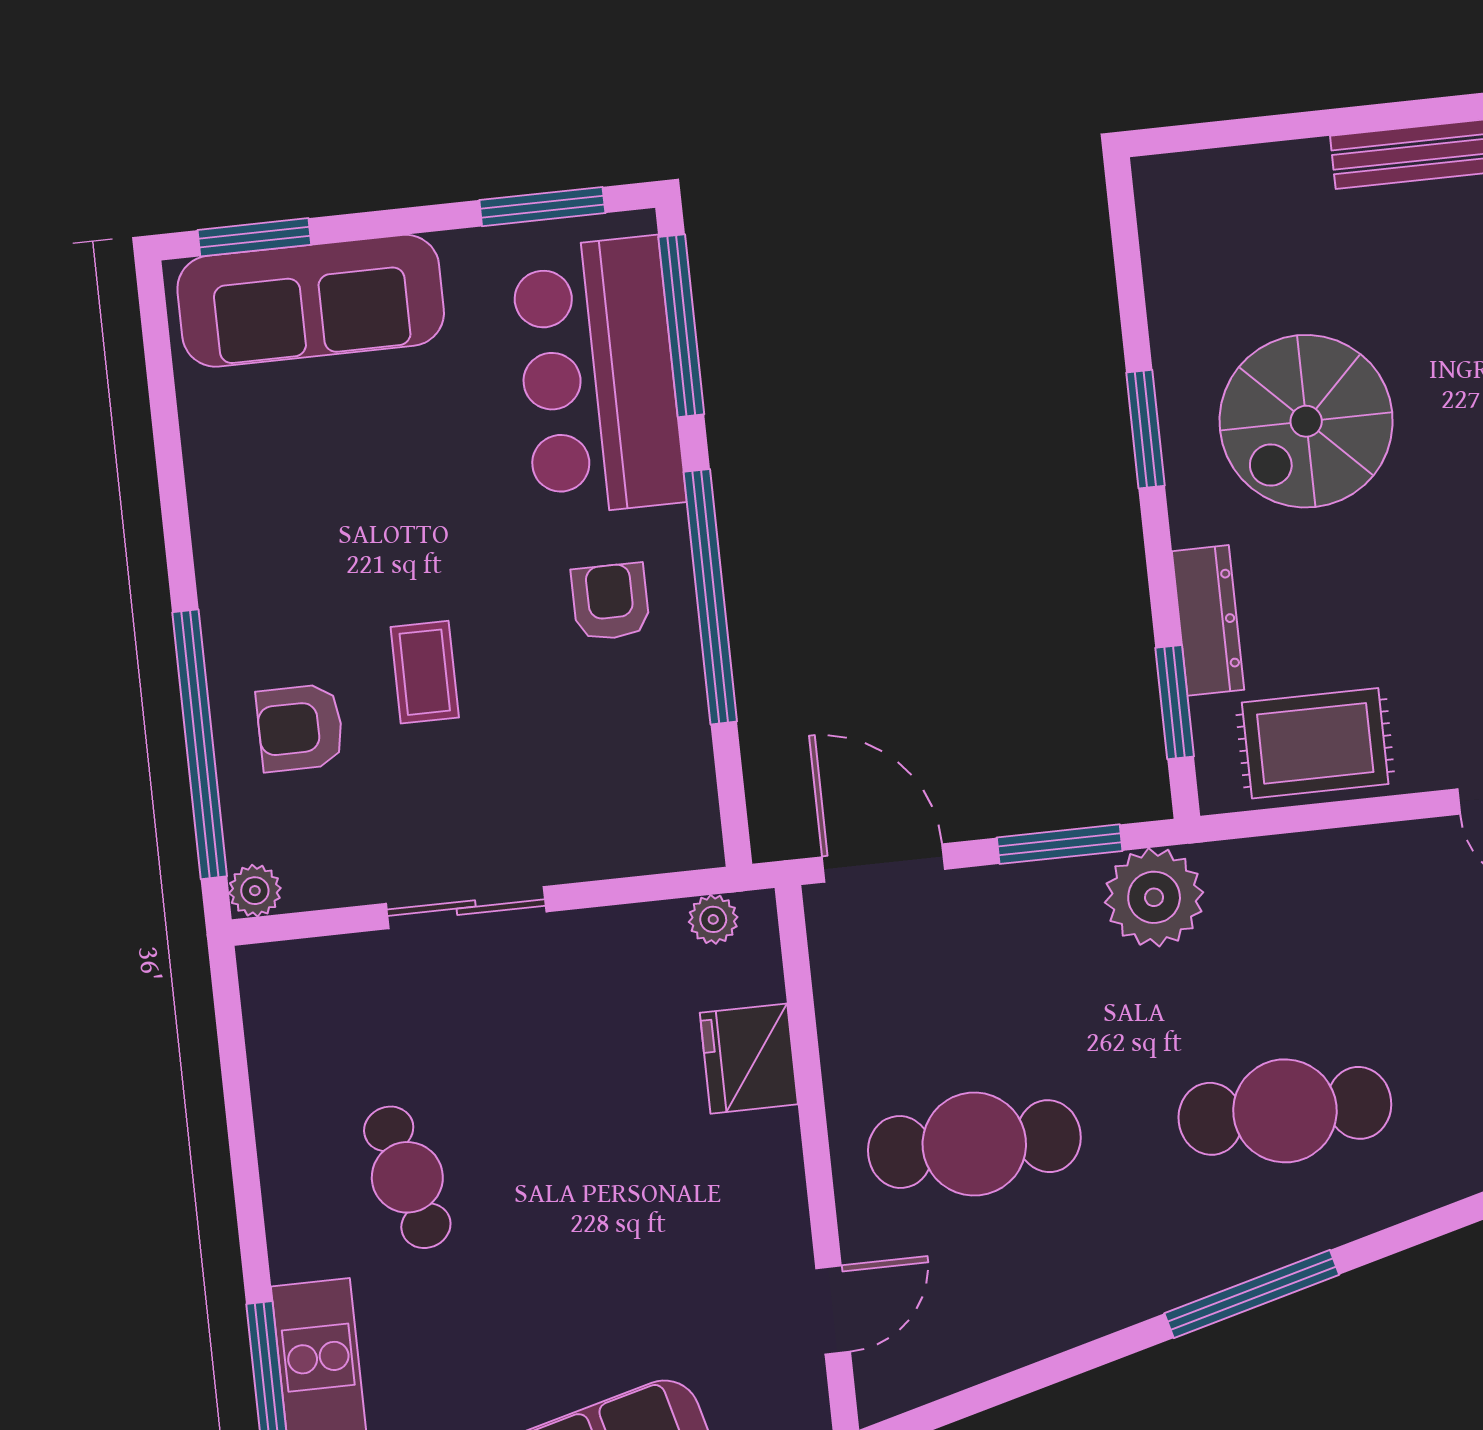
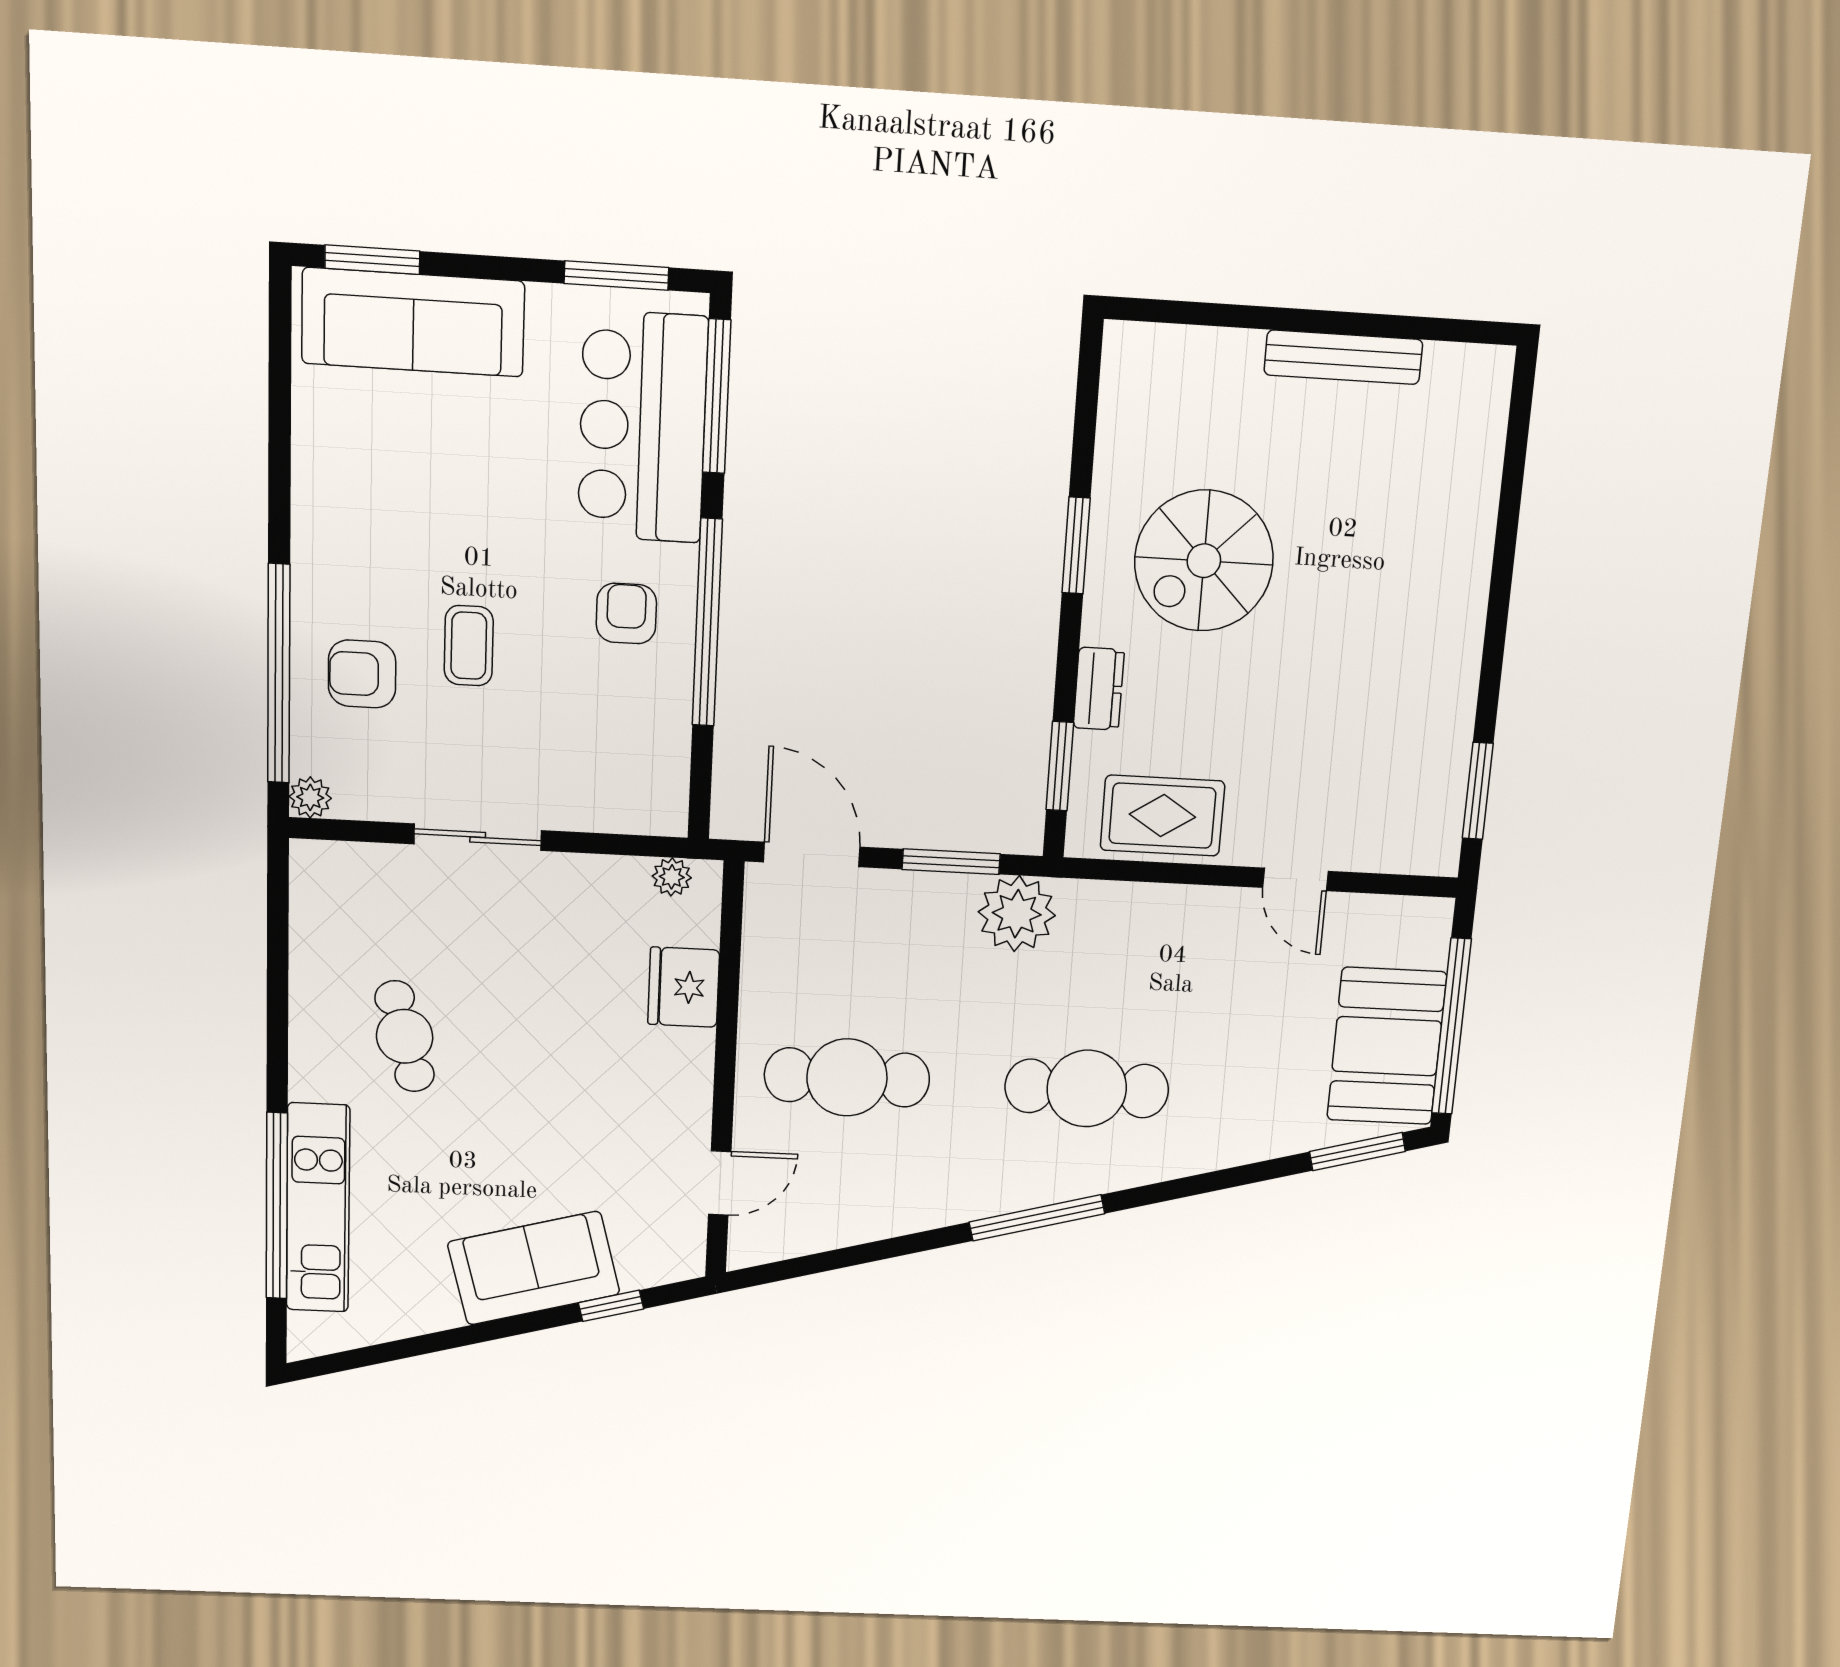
dresser: (1208, 620) -> (1099, 689), width x0.70

